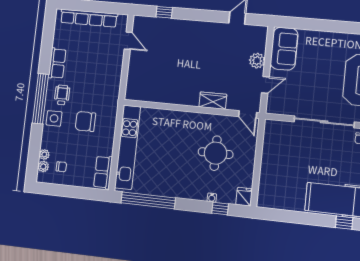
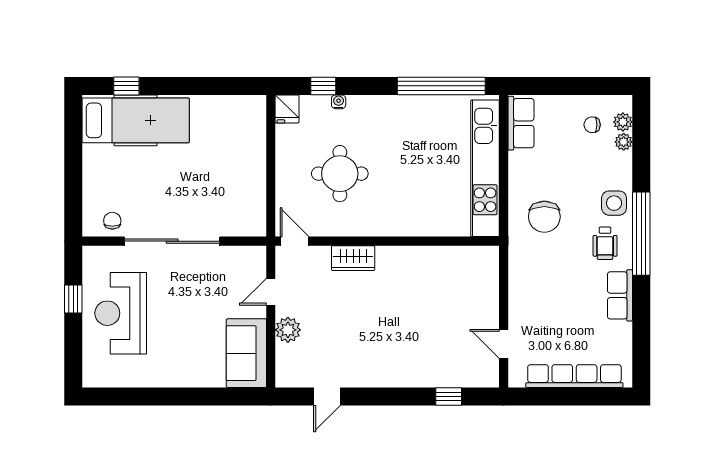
chair: (85, 121) -> (544, 217), moved, turned 90

